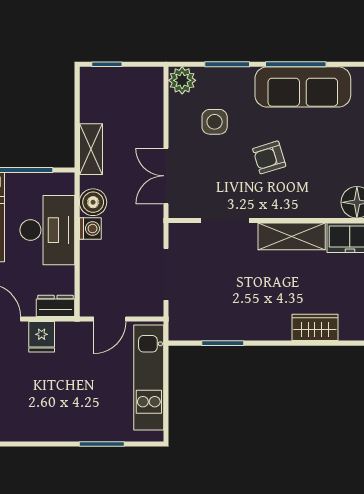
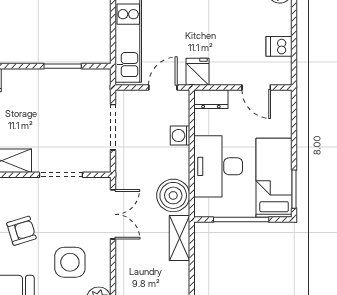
side table: (215, 122) -> (70, 262), width x1.37, depth x1.37
boiler: (93, 202) -> (173, 195), width x1.37, depth x1.37
washing machine: (90, 229) -> (180, 136), moved
fridge: (42, 337) -> (198, 72), moved

